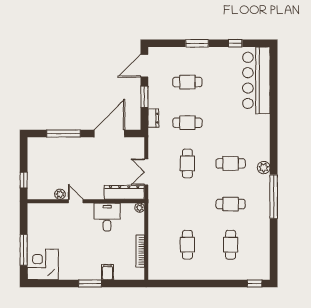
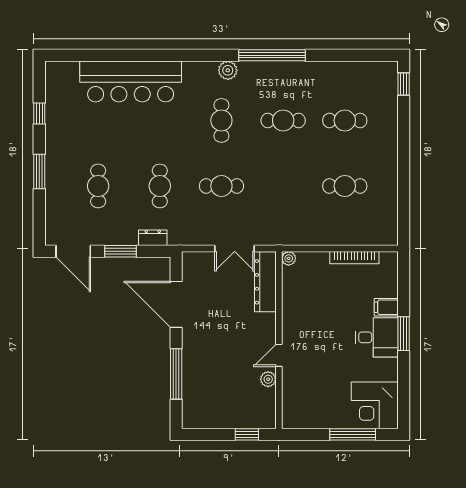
bar counter: (256, 80) -> (131, 81), moved
cafe table: (231, 204) -> (283, 120), turned 90
desk: (107, 217) -> (377, 337), moved, turned 180

